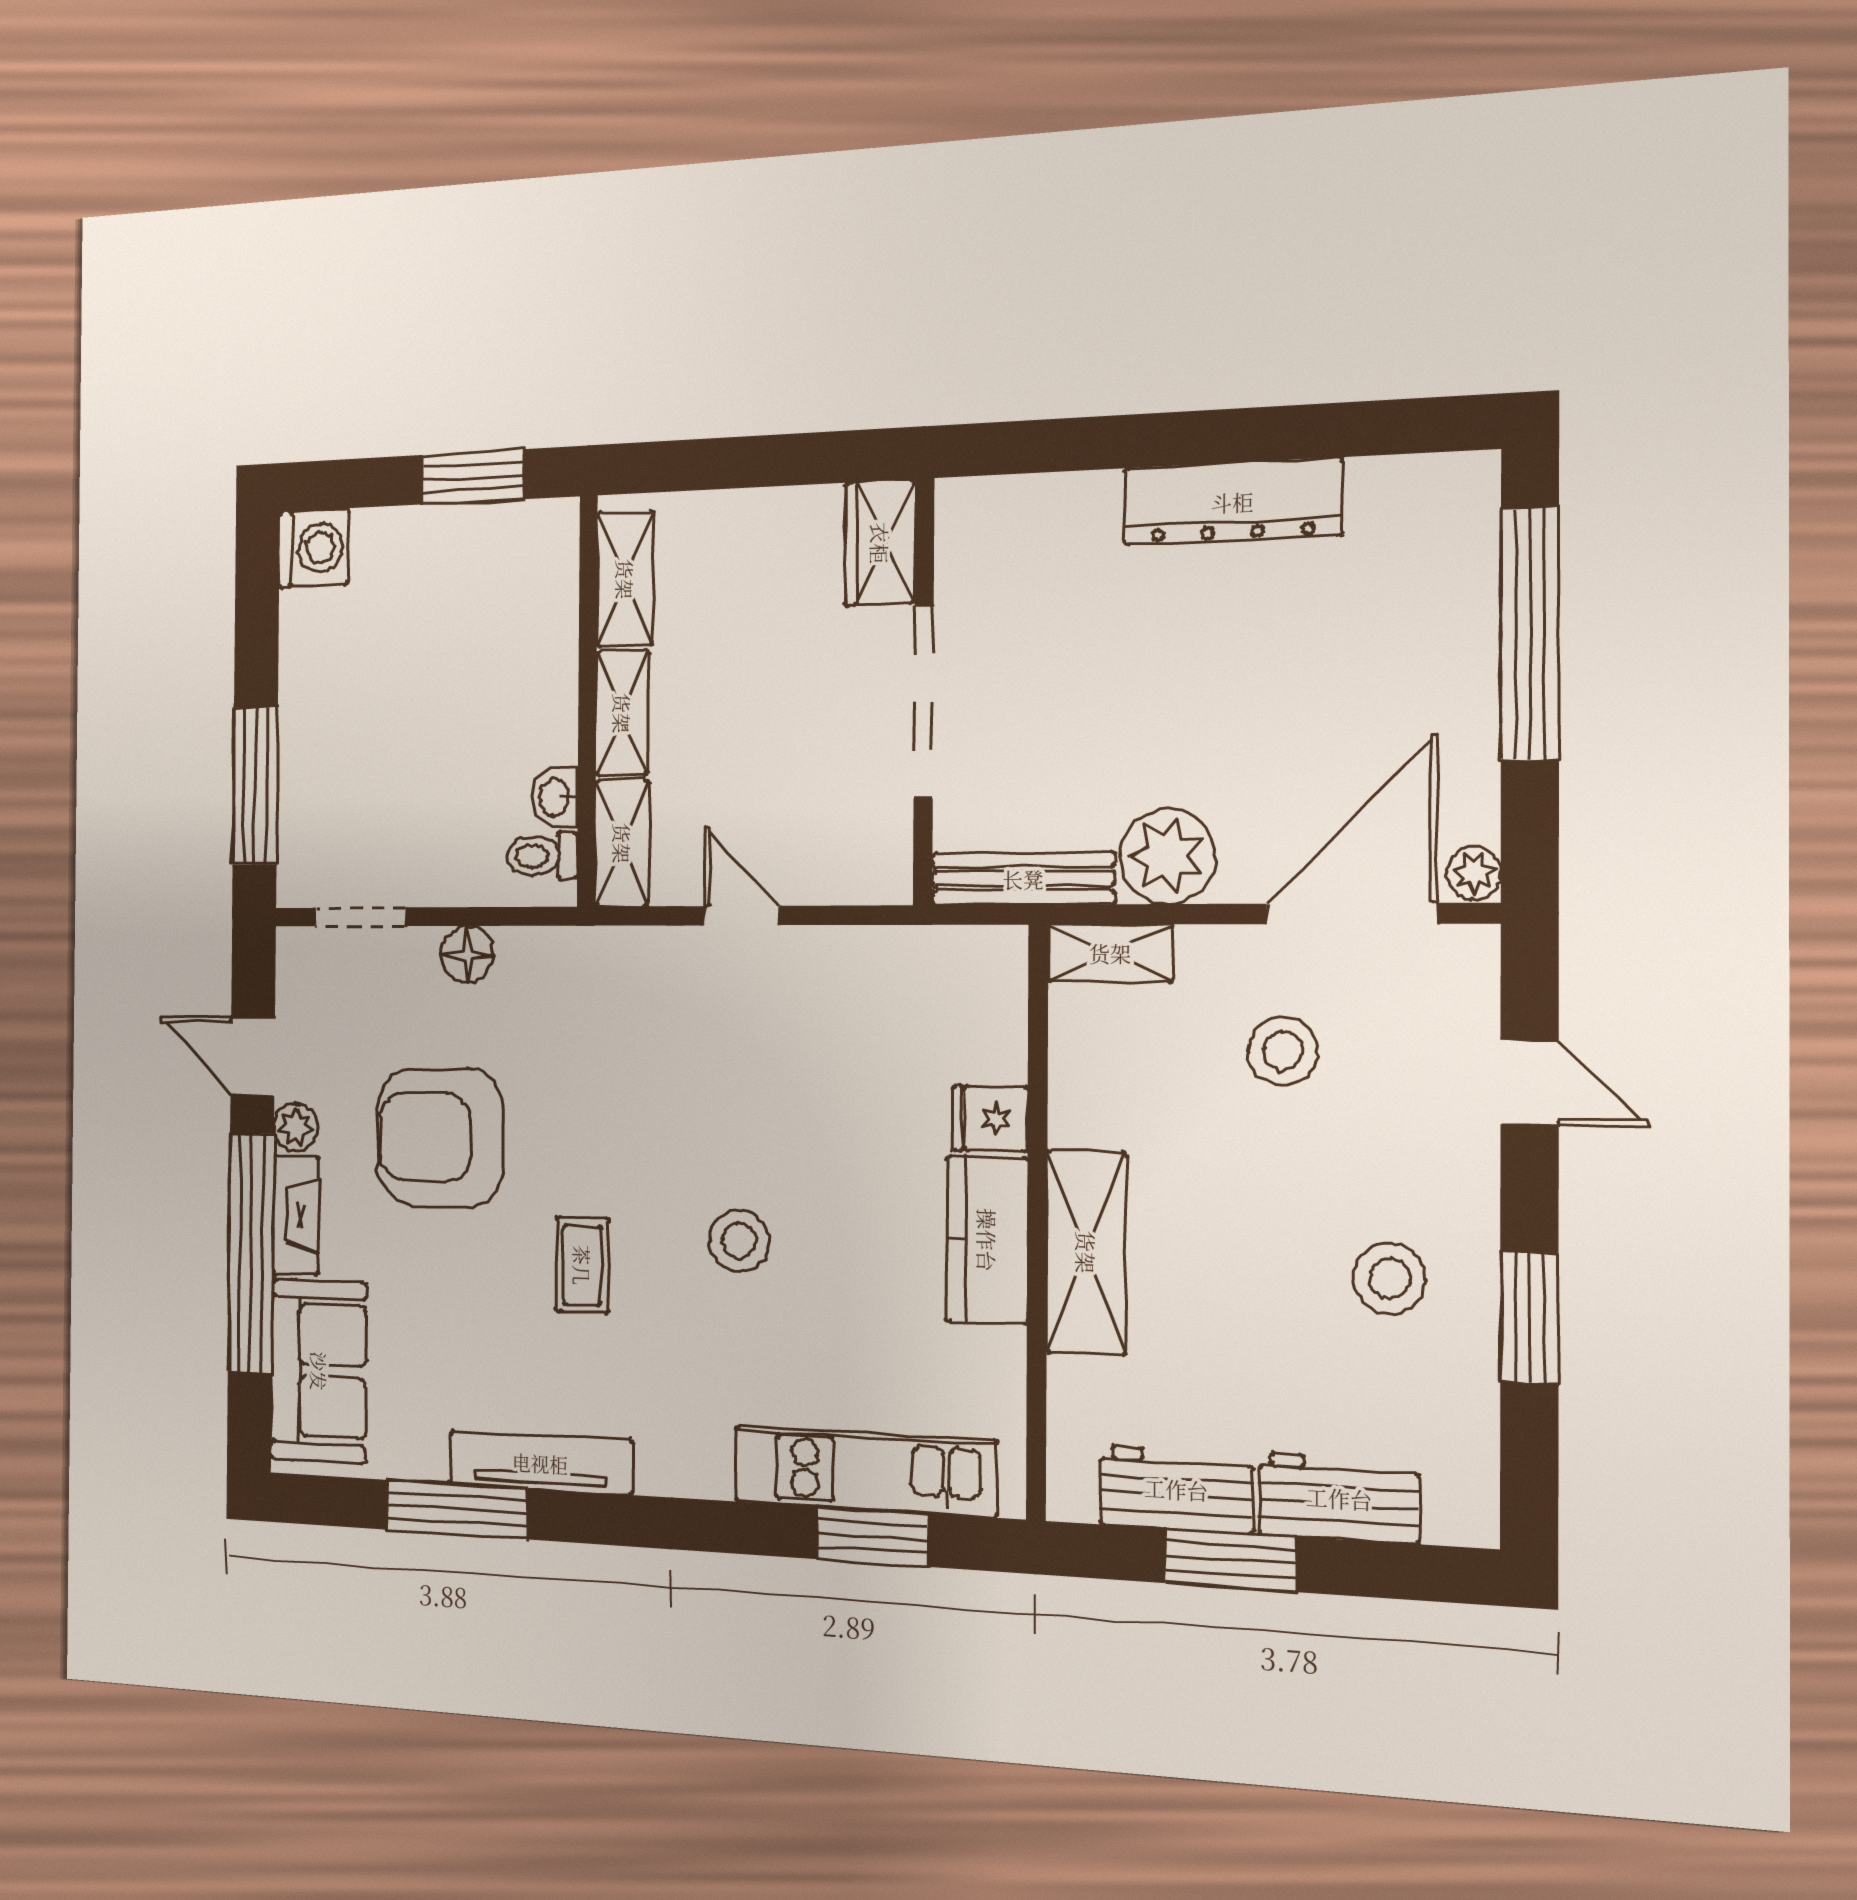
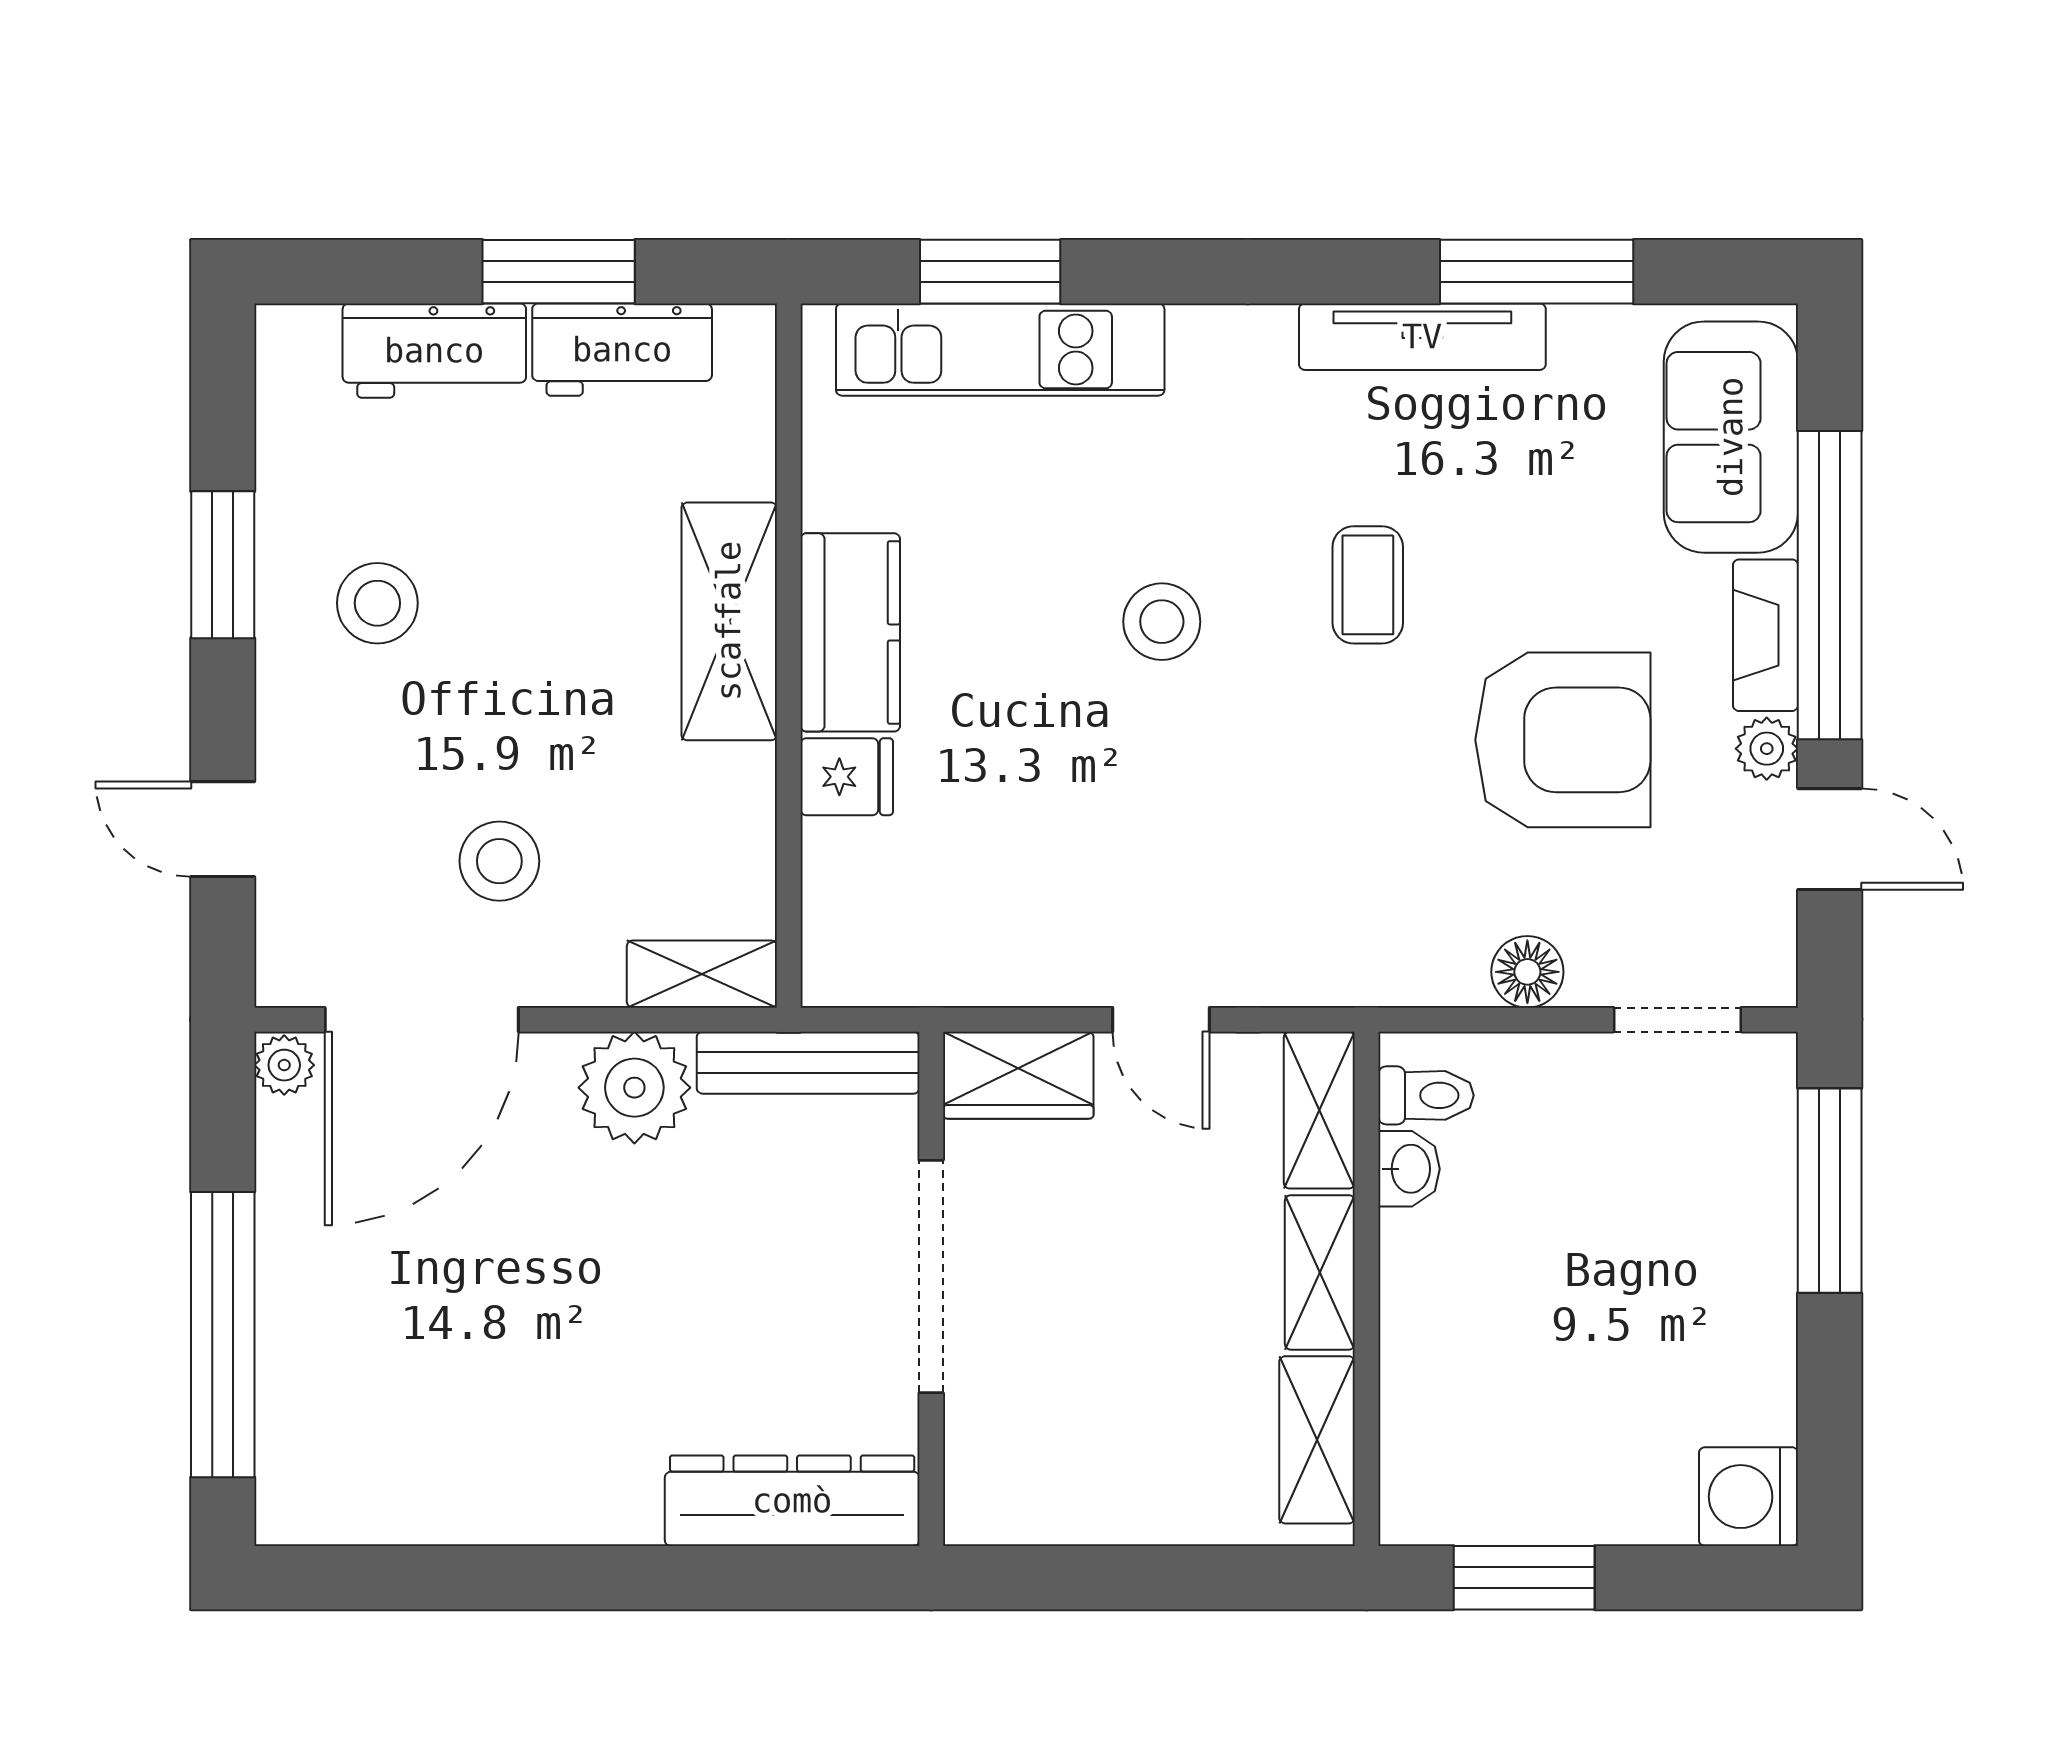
dresser: (1232, 502) -> (792, 1501), moved
wardrobe: (880, 543) -> (1018, 1075), moved, turned 90

